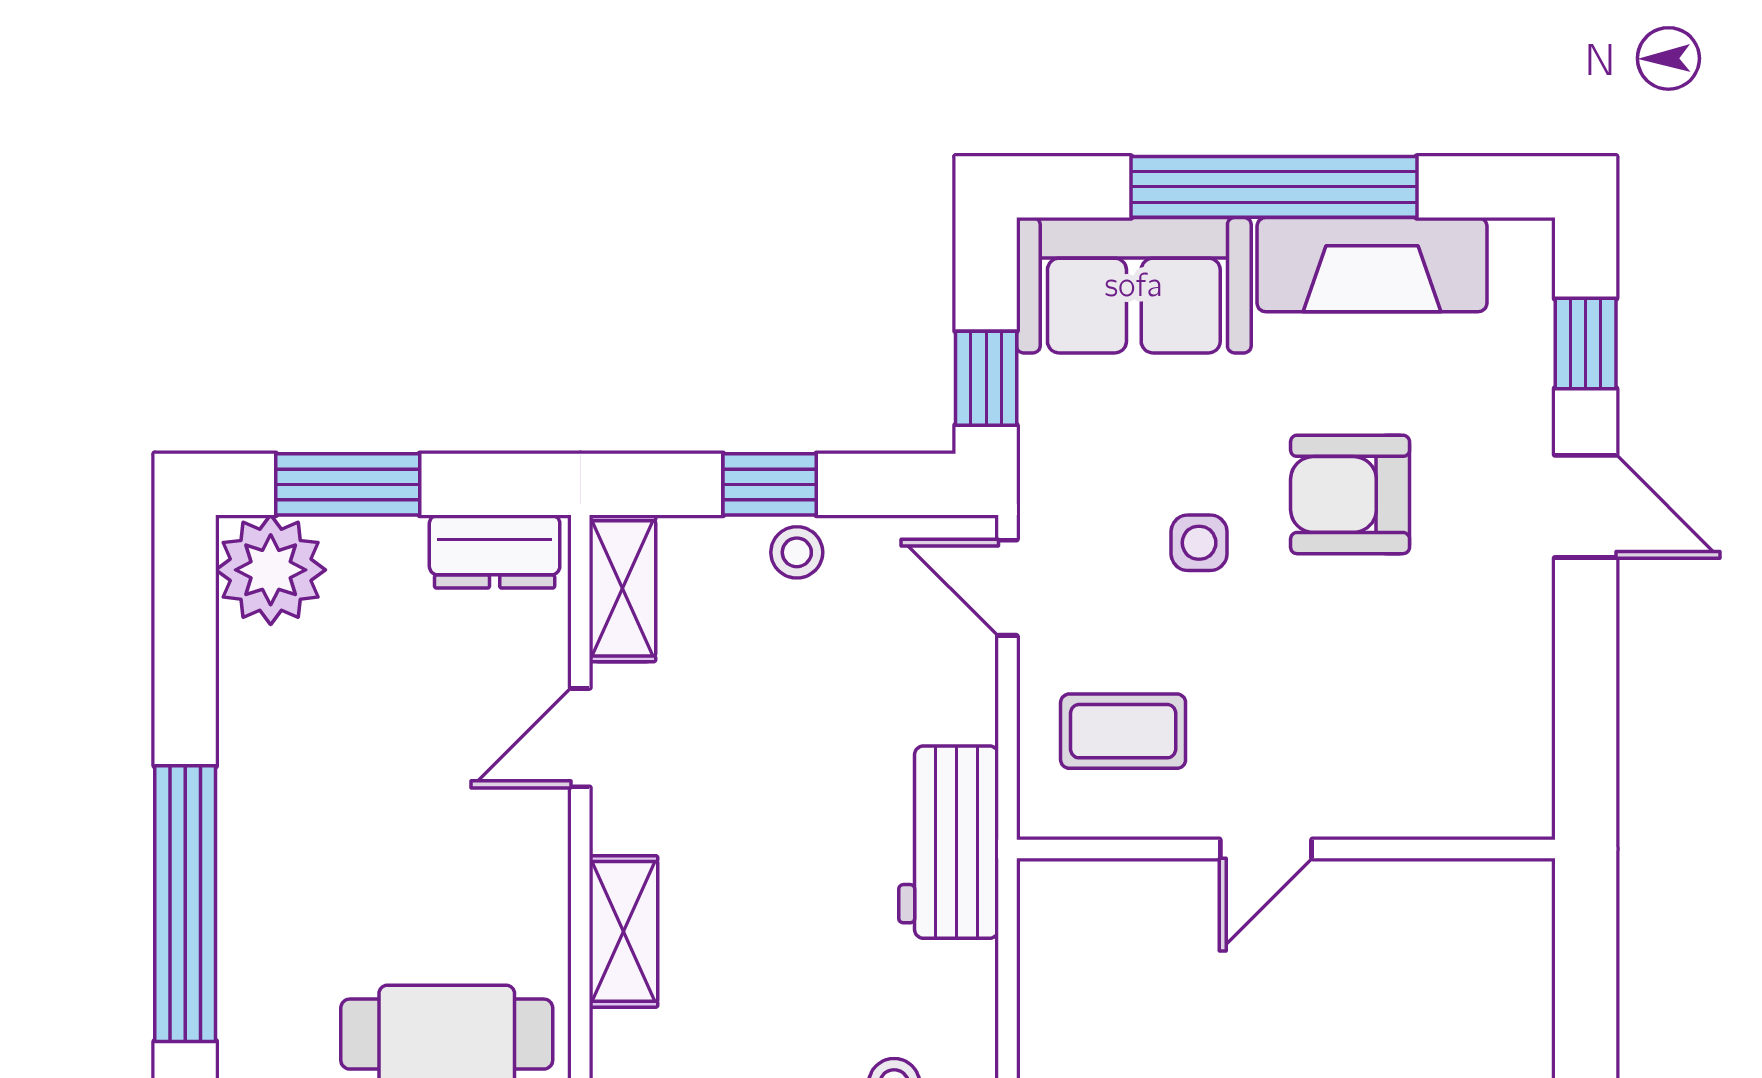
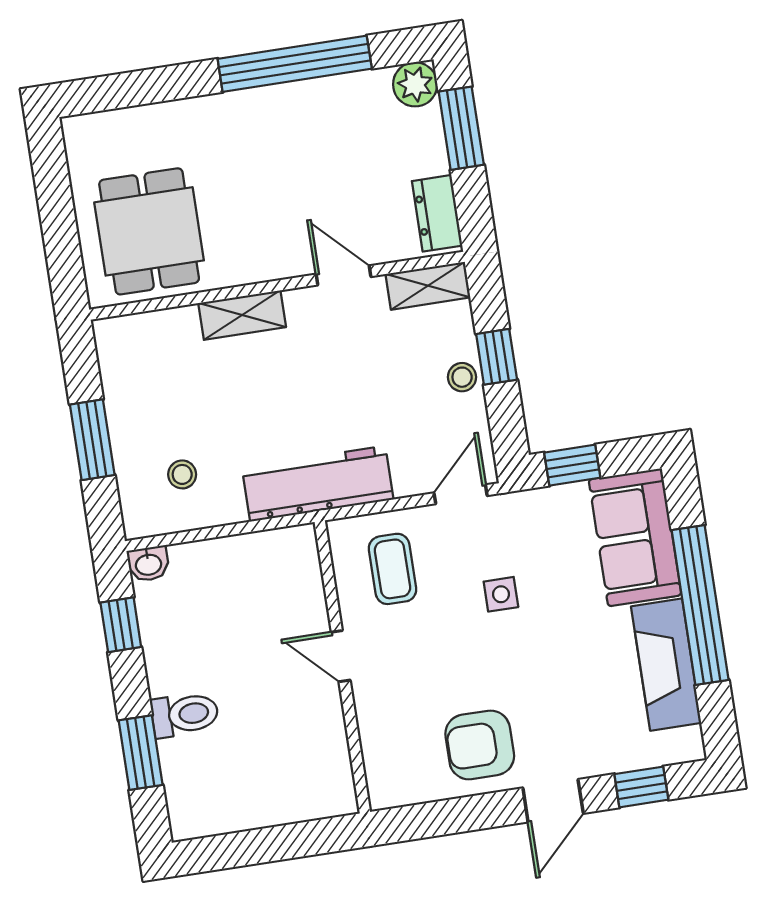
armchair: (1350, 494) -> (480, 745), moved, turned -90
plant: (271, 570) -> (415, 84), width x0.73, depth x0.73
workbench: (949, 842) -> (318, 484), width x1.38
window: (185, 904) -> (295, 64), moved

